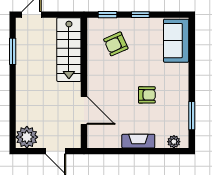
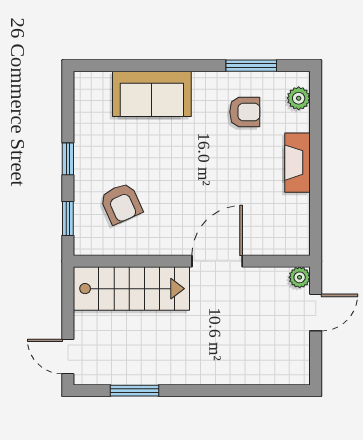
sofa: (176, 41) -> (152, 94), moved
armchair: (147, 95) -> (245, 112), moved, turned 90
door: (84, 111) -> (217, 261), moved
plant: (27, 137) -> (300, 277), moved, width x0.53, depth x0.53

